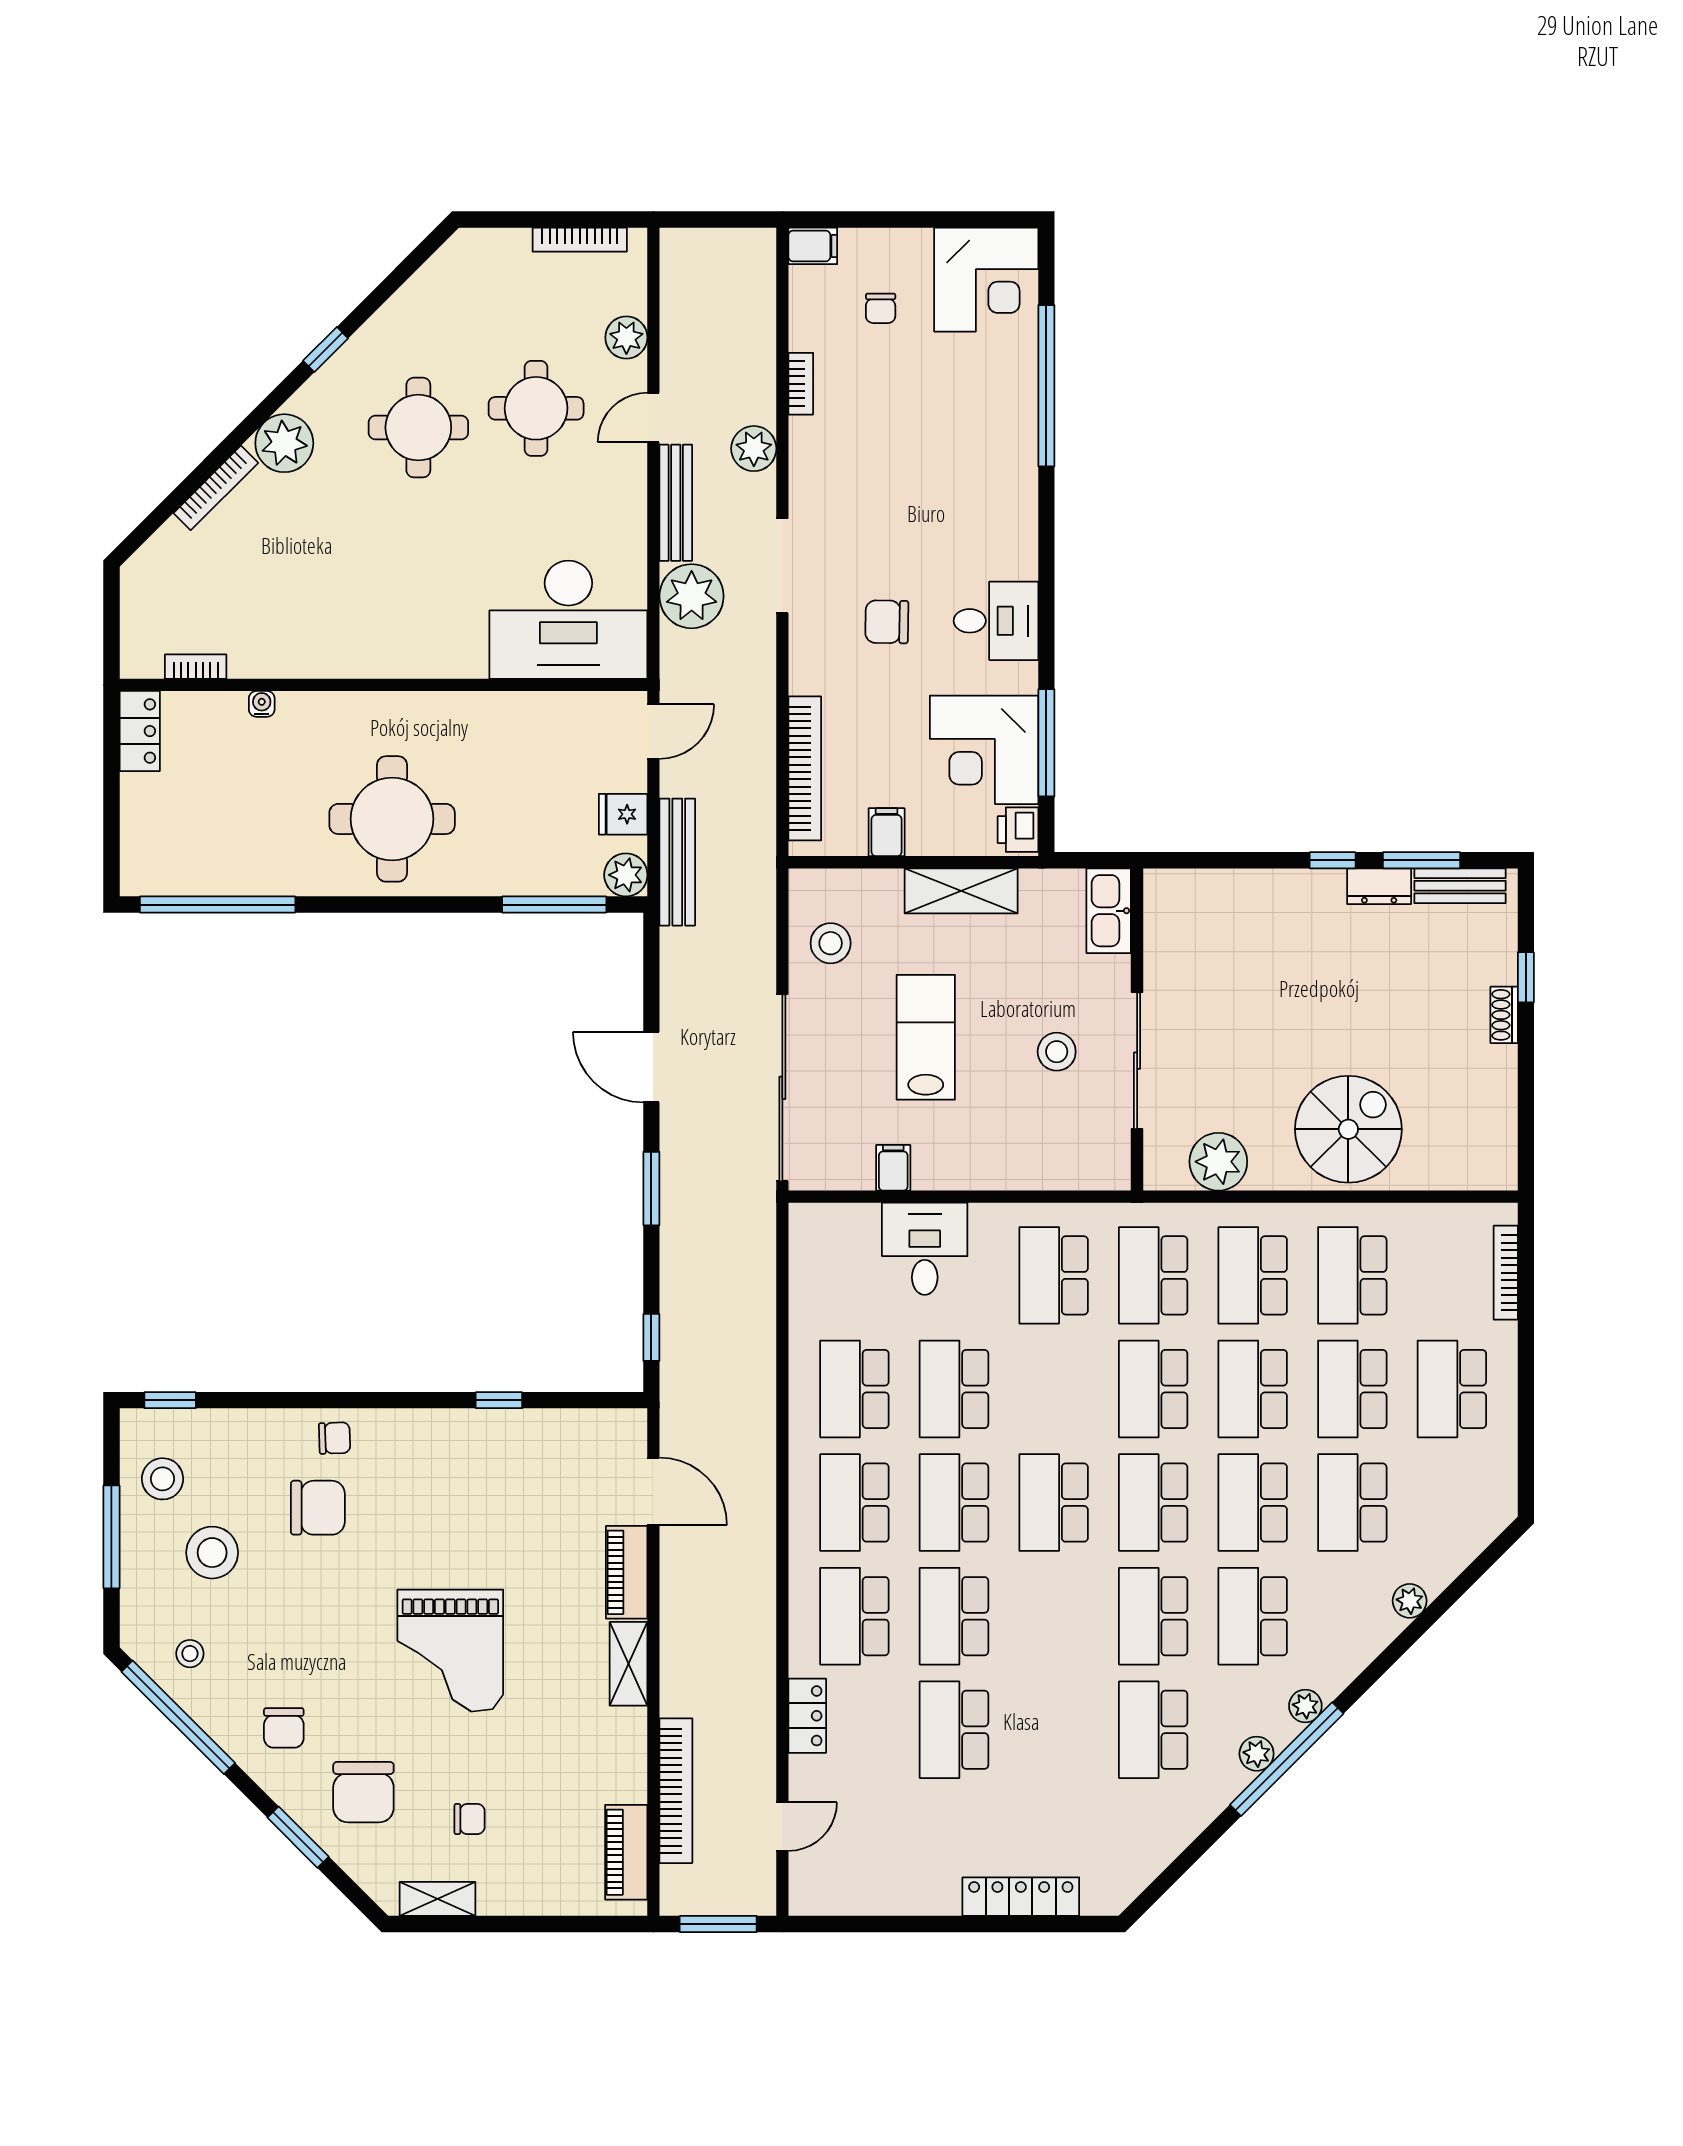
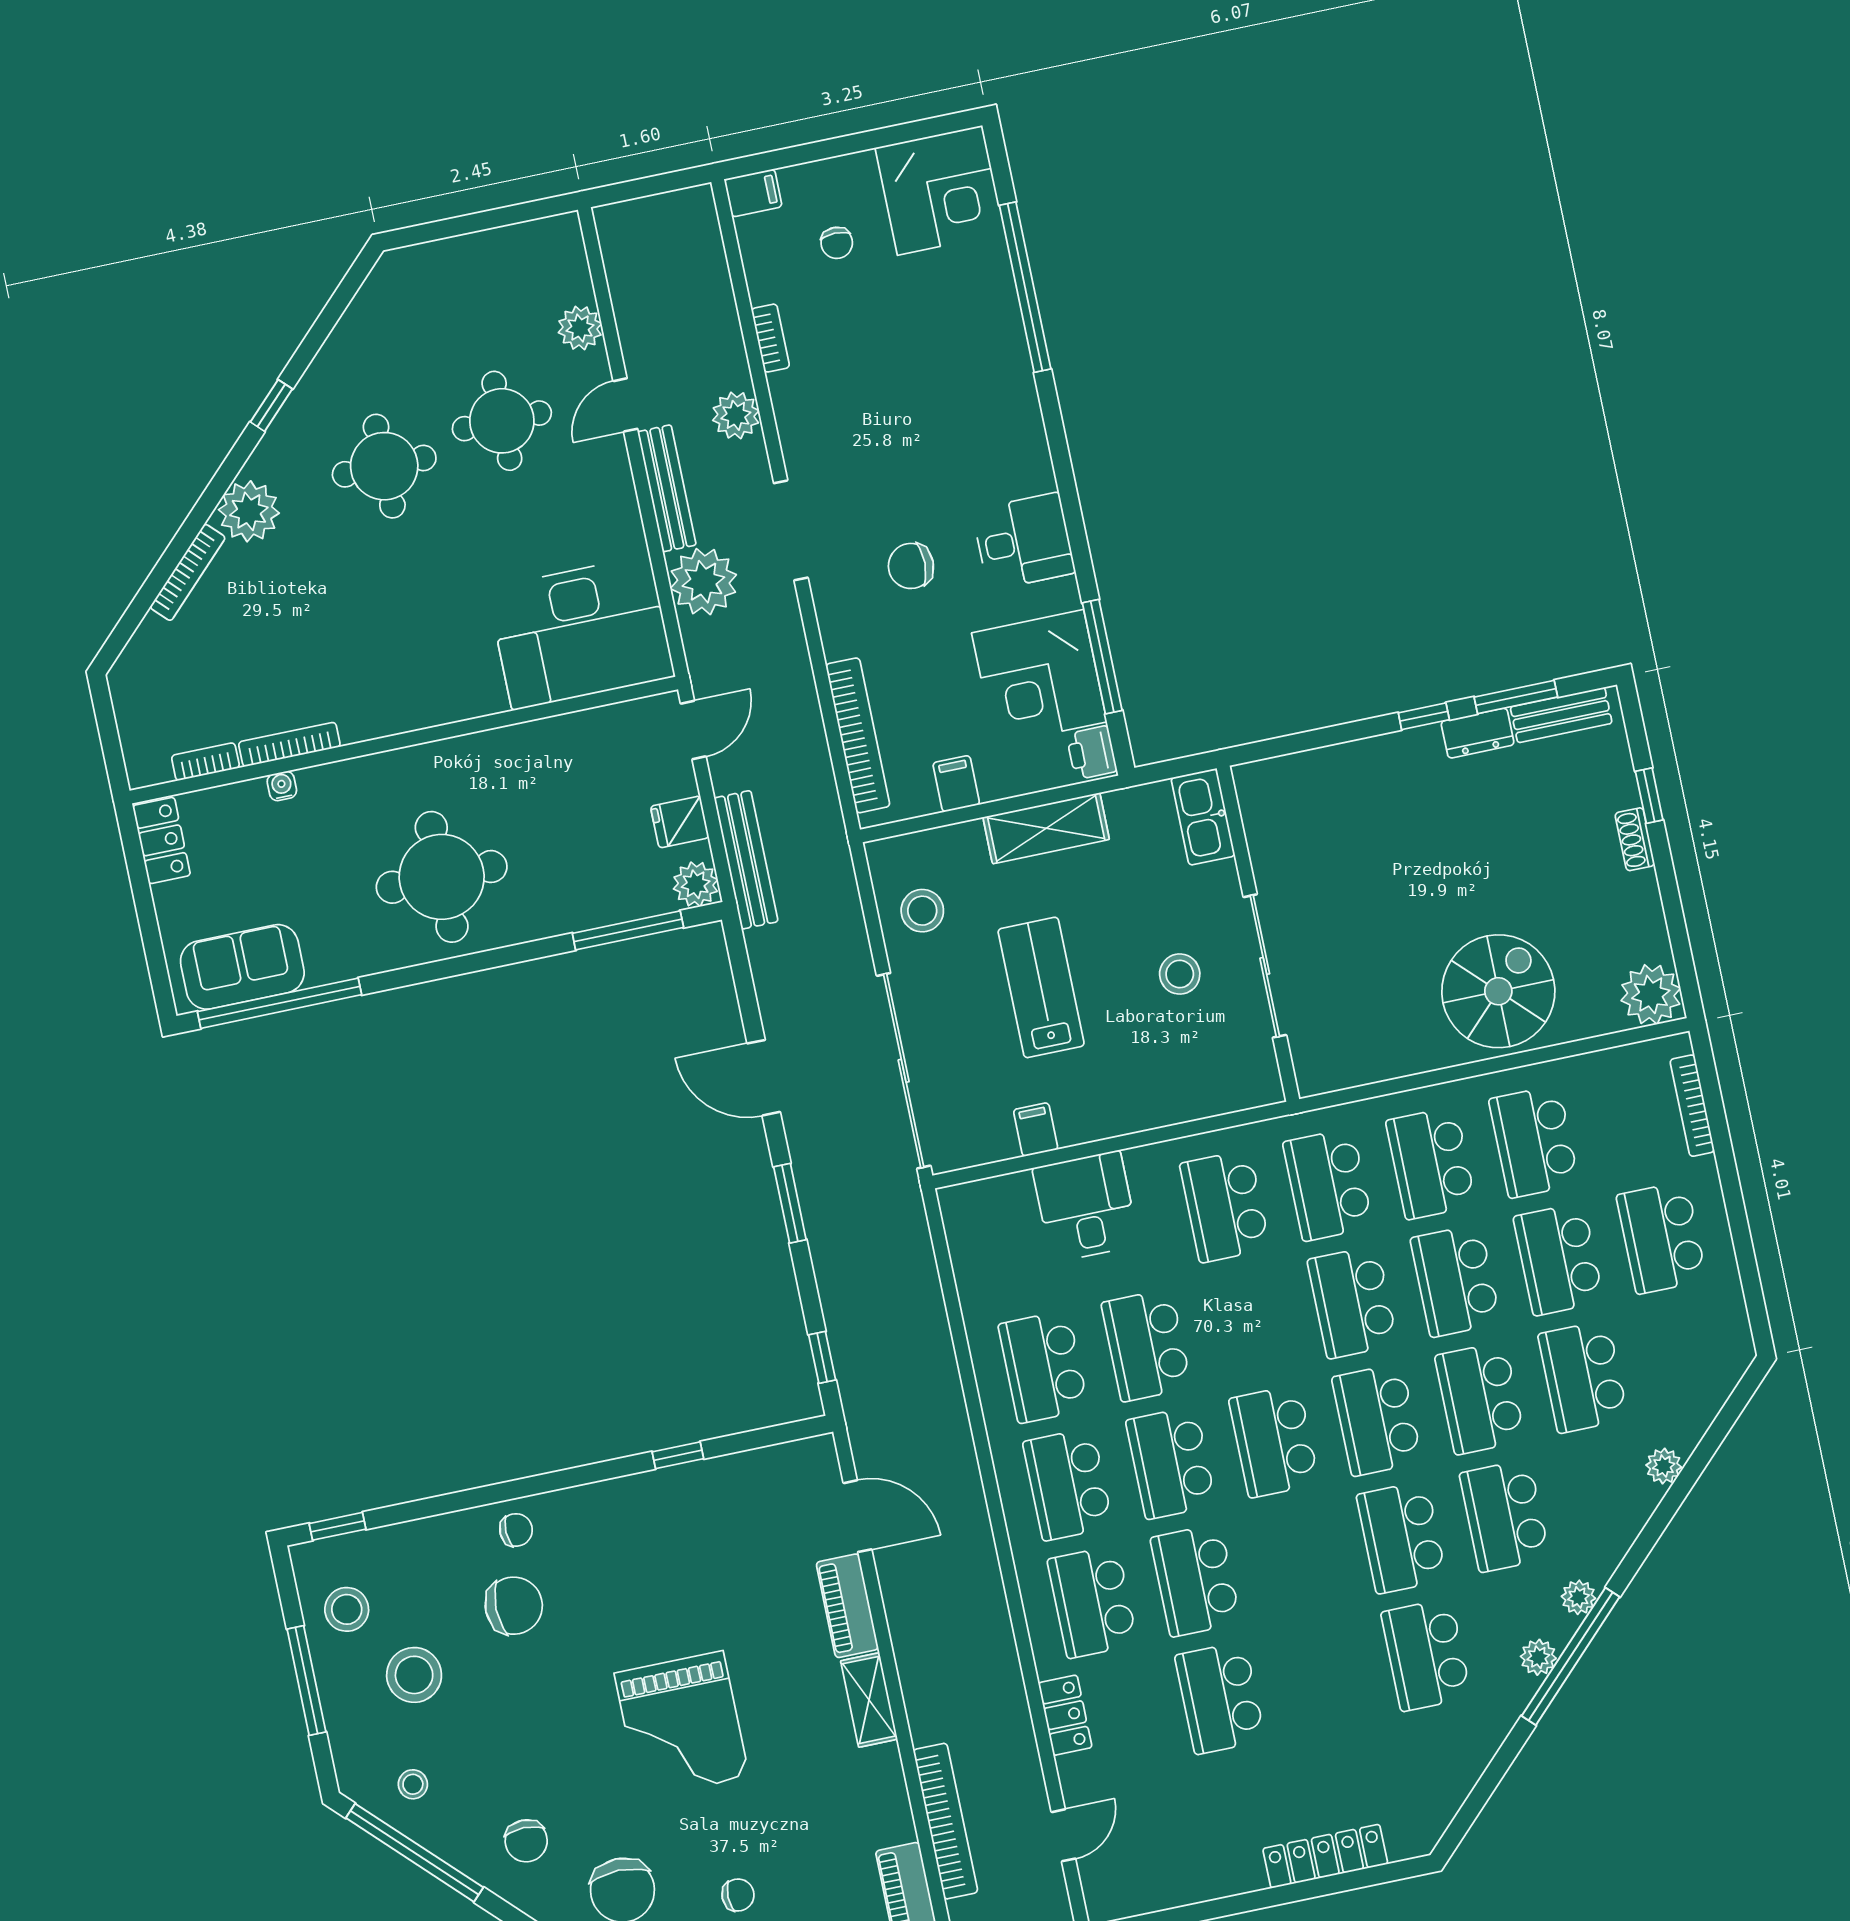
bookcase: (580, 240) -> (289, 744), moved, turned 180
sofa: (190, 864) -> (242, 967), added
plant: (1218, 1162) -> (1651, 994), moved

